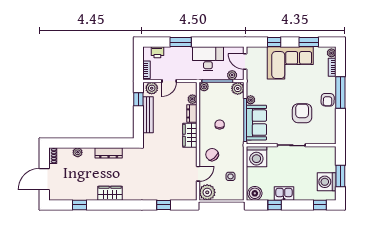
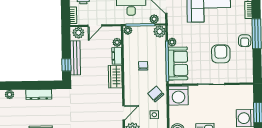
window: (138, 99) -> (66, 65), moved
chair: (212, 155) -> (156, 94), moved

